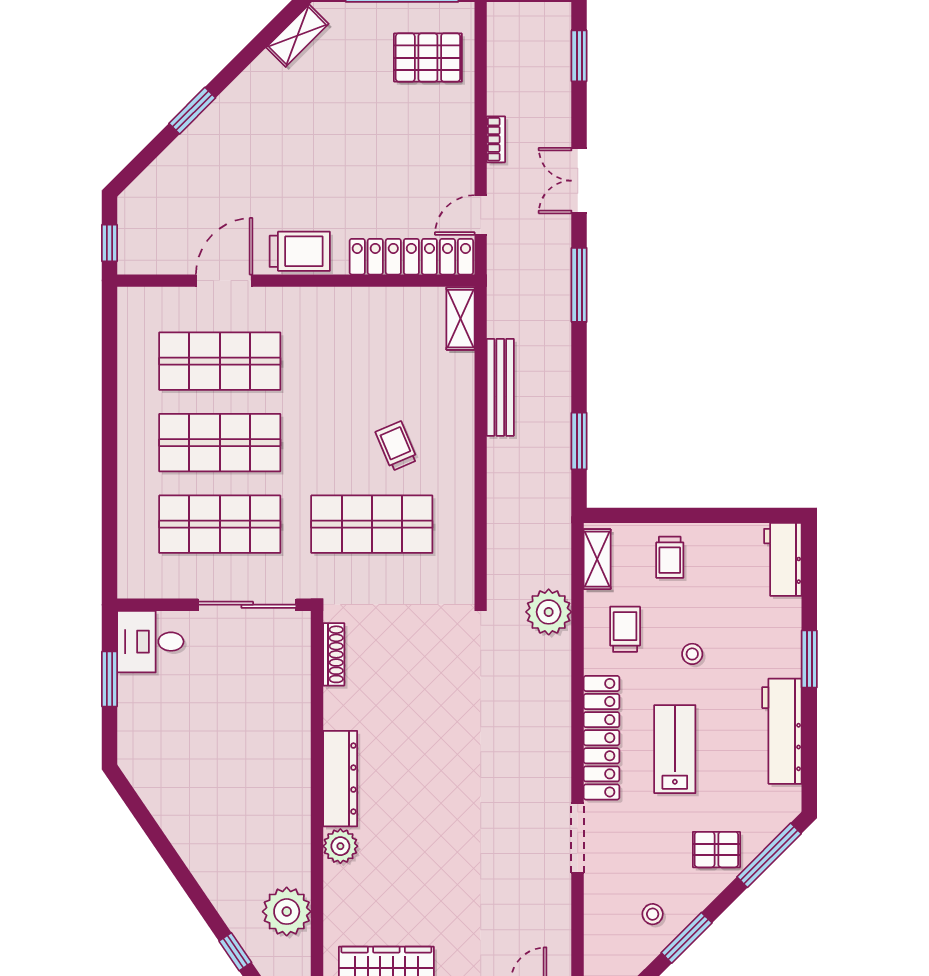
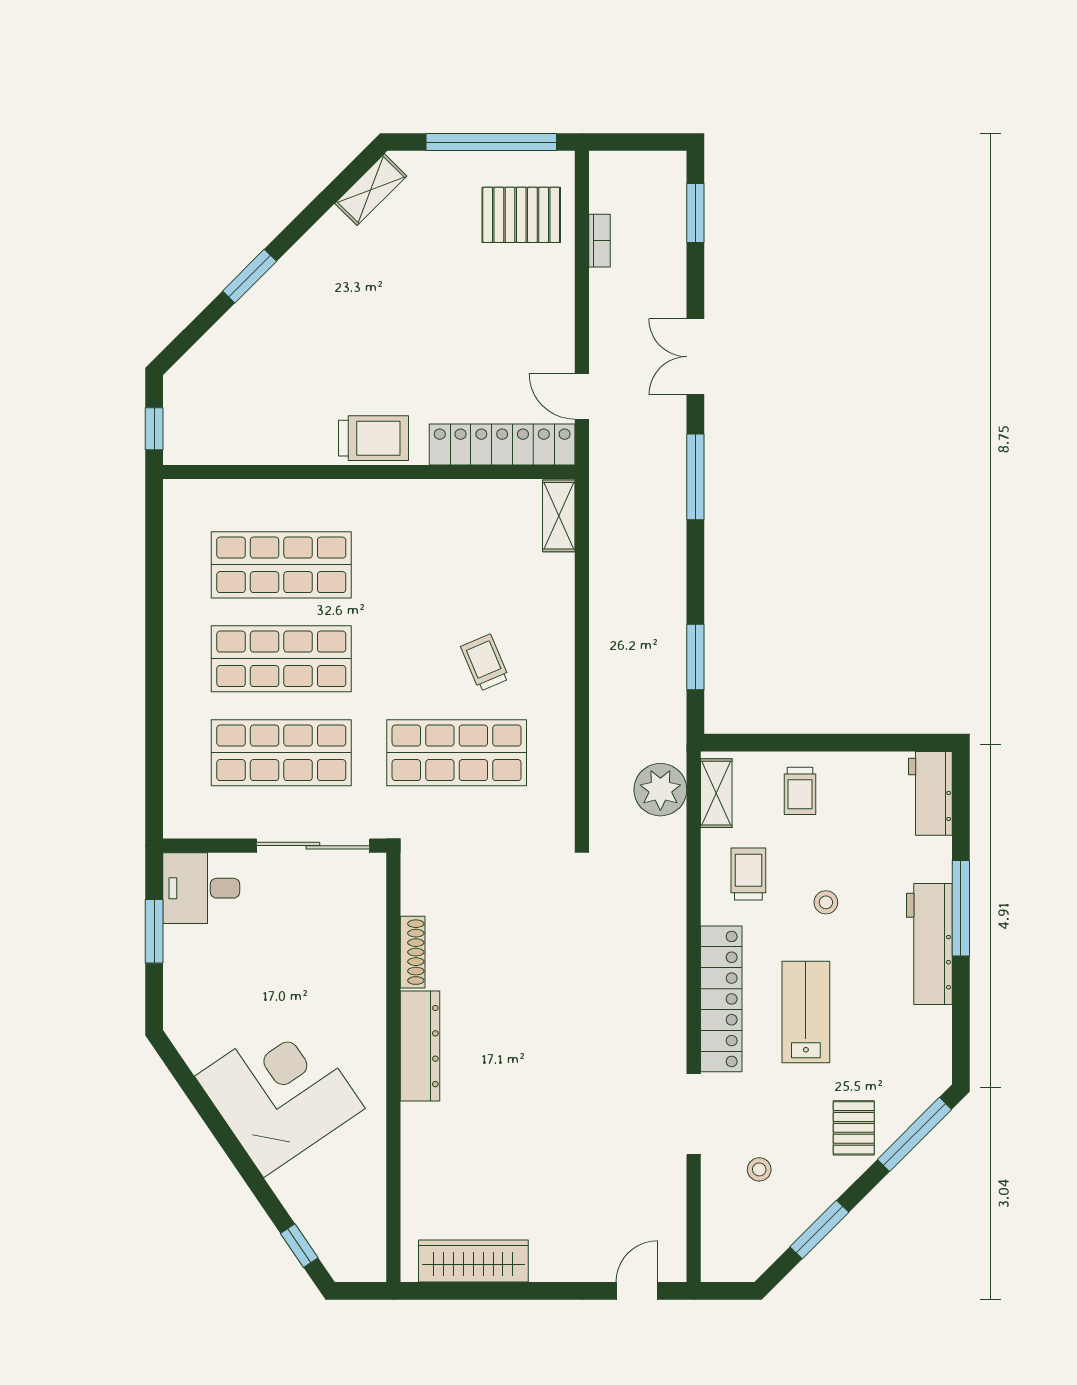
bookcase: (496, 139) -> (600, 241), moved
door: (481, 215) -> (582, 396), hinge flipped
door: (224, 281) -> (286, 472), removed
bench: (500, 387) -> (605, 595), removed
plant: (549, 612) -> (660, 790), moved
shoe rack: (334, 654) -> (413, 952), moved
window: (809, 659) -> (961, 908), width x1.44
workbench: (782, 731) -> (929, 944), moved
corner desk: (219, 819) -> (280, 1092), added
plant: (340, 846) -> (420, 1124), removed
pallet: (716, 850) -> (854, 1128), turned 90
plant: (287, 912) -> (358, 1199), removed
stool: (653, 914) -> (759, 1169), moved

